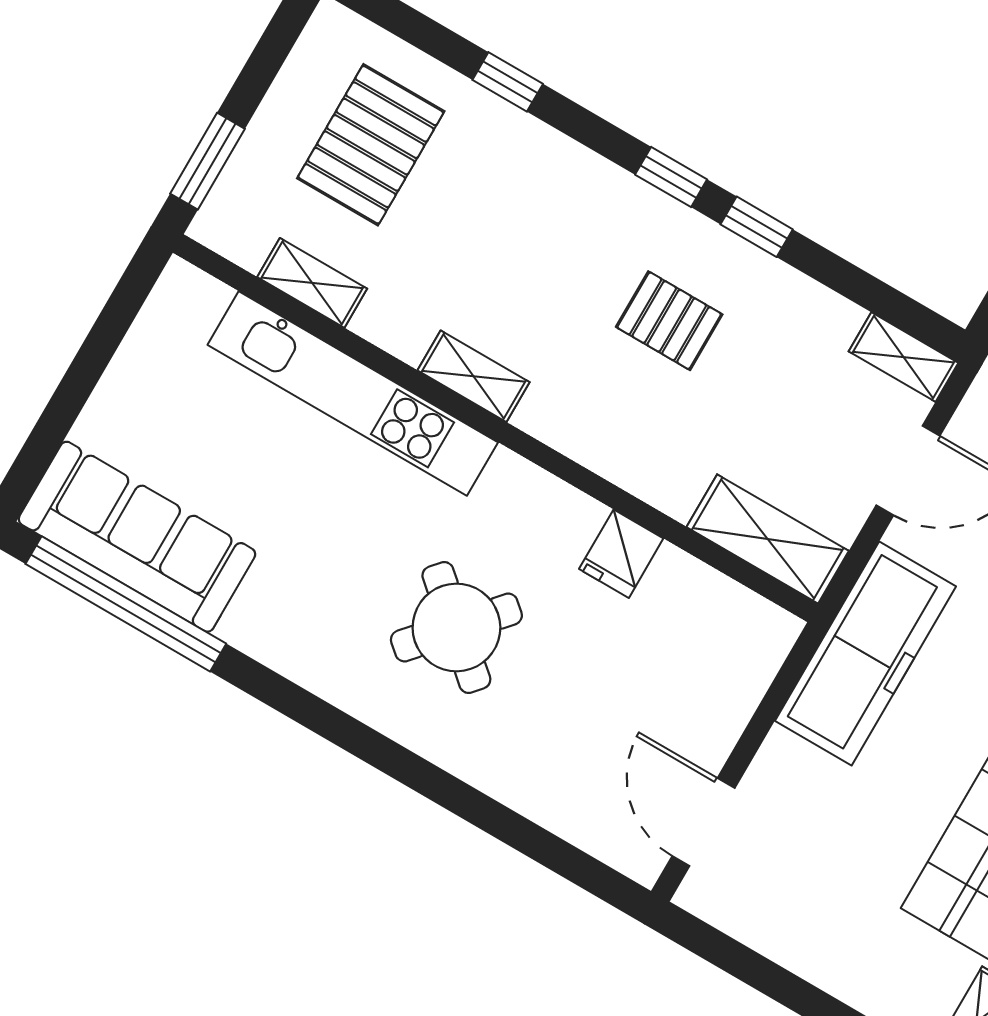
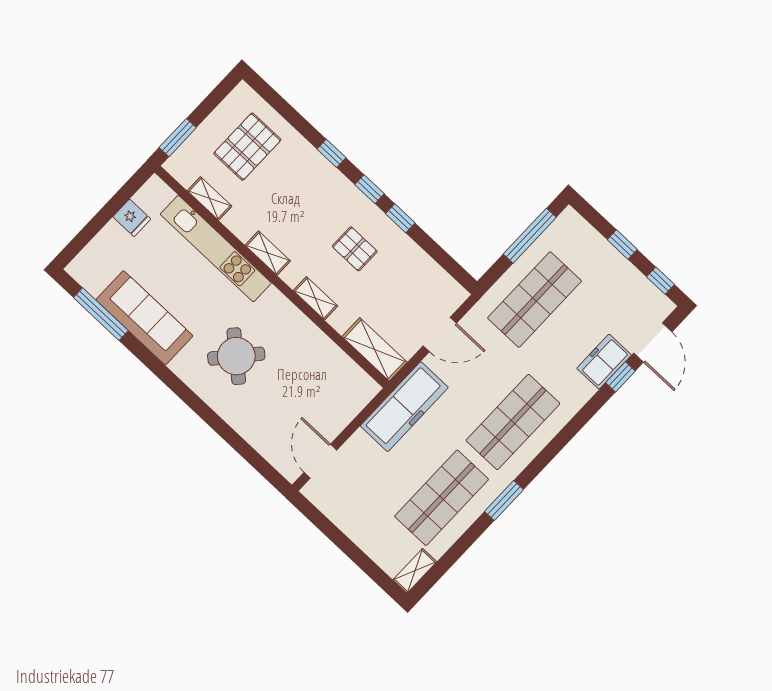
window: (508, 82) -> (332, 153), moved
shelving: (903, 357) -> (315, 298), moved
sofa: (137, 537) -> (144, 318), moved
fridge: (621, 554) -> (132, 218), moved, turned -90
window: (126, 604) -> (101, 314), width x0.68

